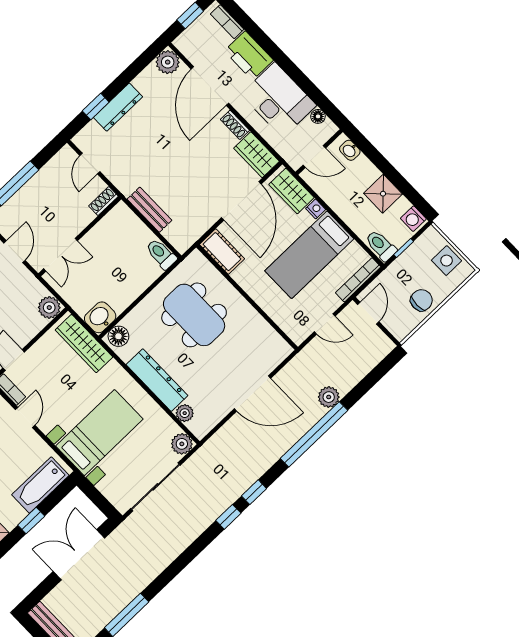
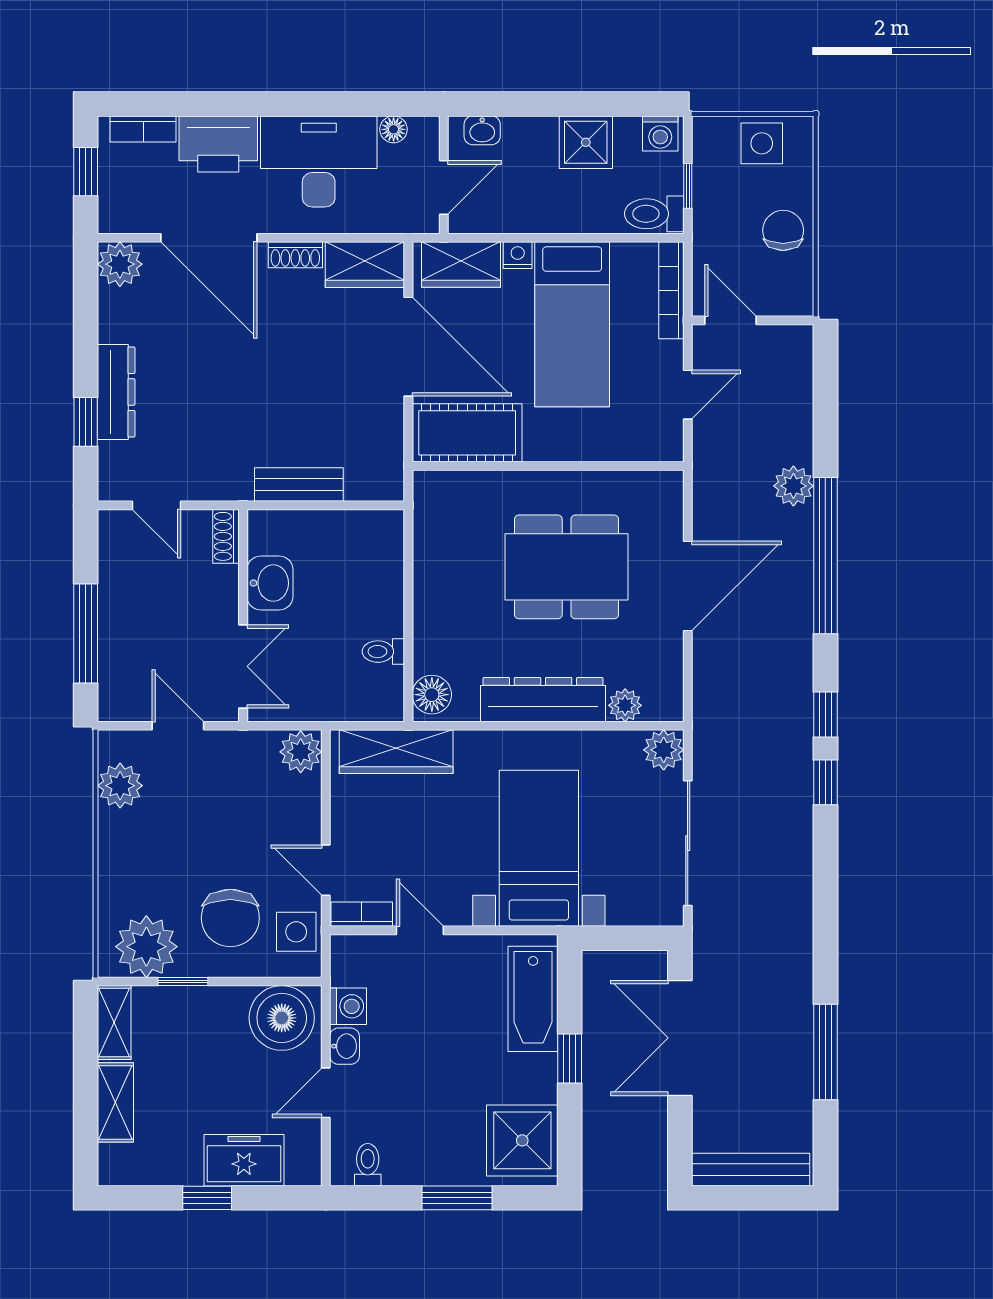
cot: (222, 252) -> (467, 433), width x1.37, depth x1.34
toilet: (161, 254) -> (383, 652), moved, width x0.73, depth x0.72
dining table: (194, 315) -> (567, 567), moved
washbasin: (100, 317) -> (270, 583), moved, turned 180

